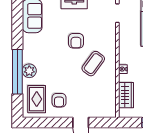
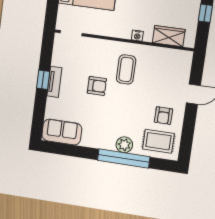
coffee table: (93, 64) -> (126, 69), turned 54
armchair: (59, 100) -> (163, 116), turned 90

